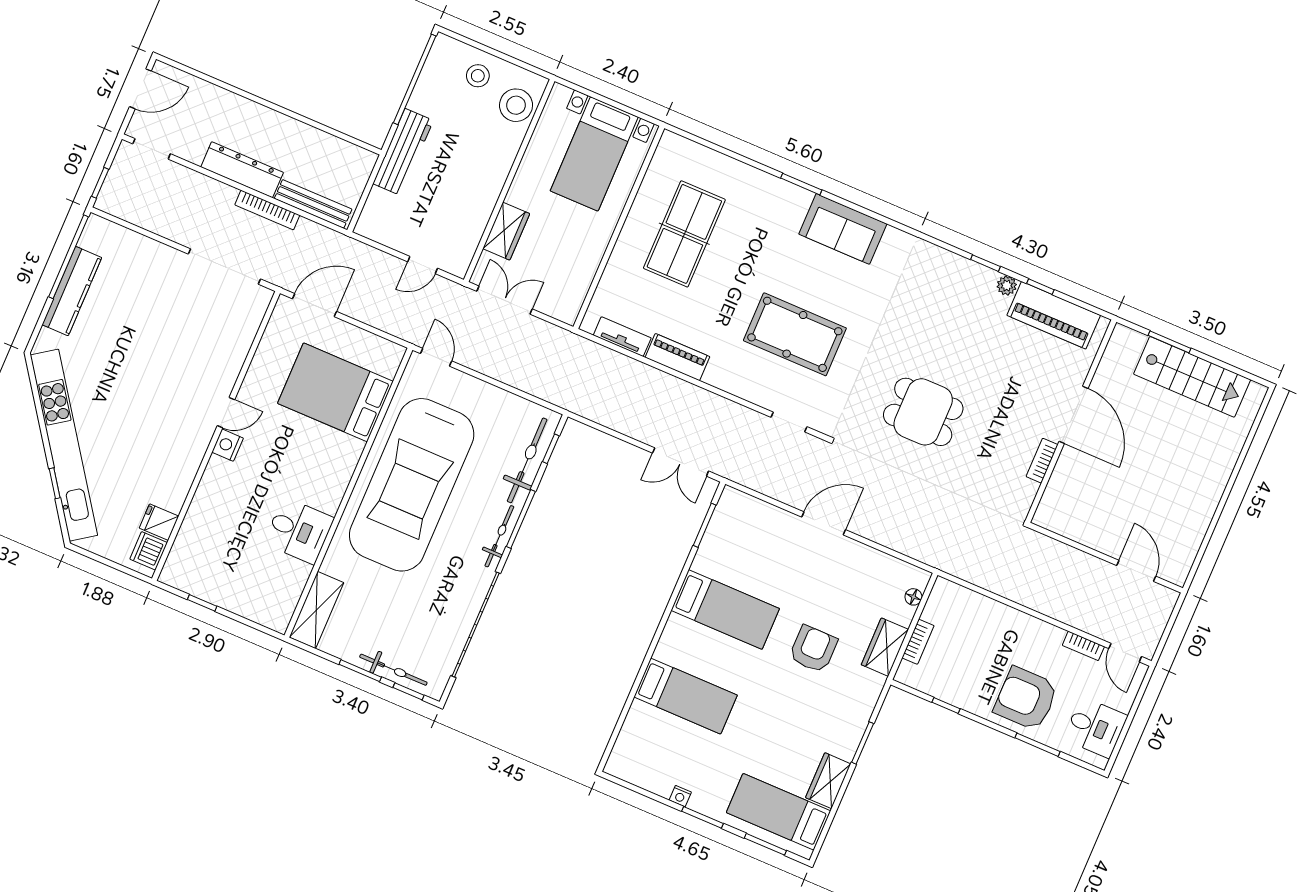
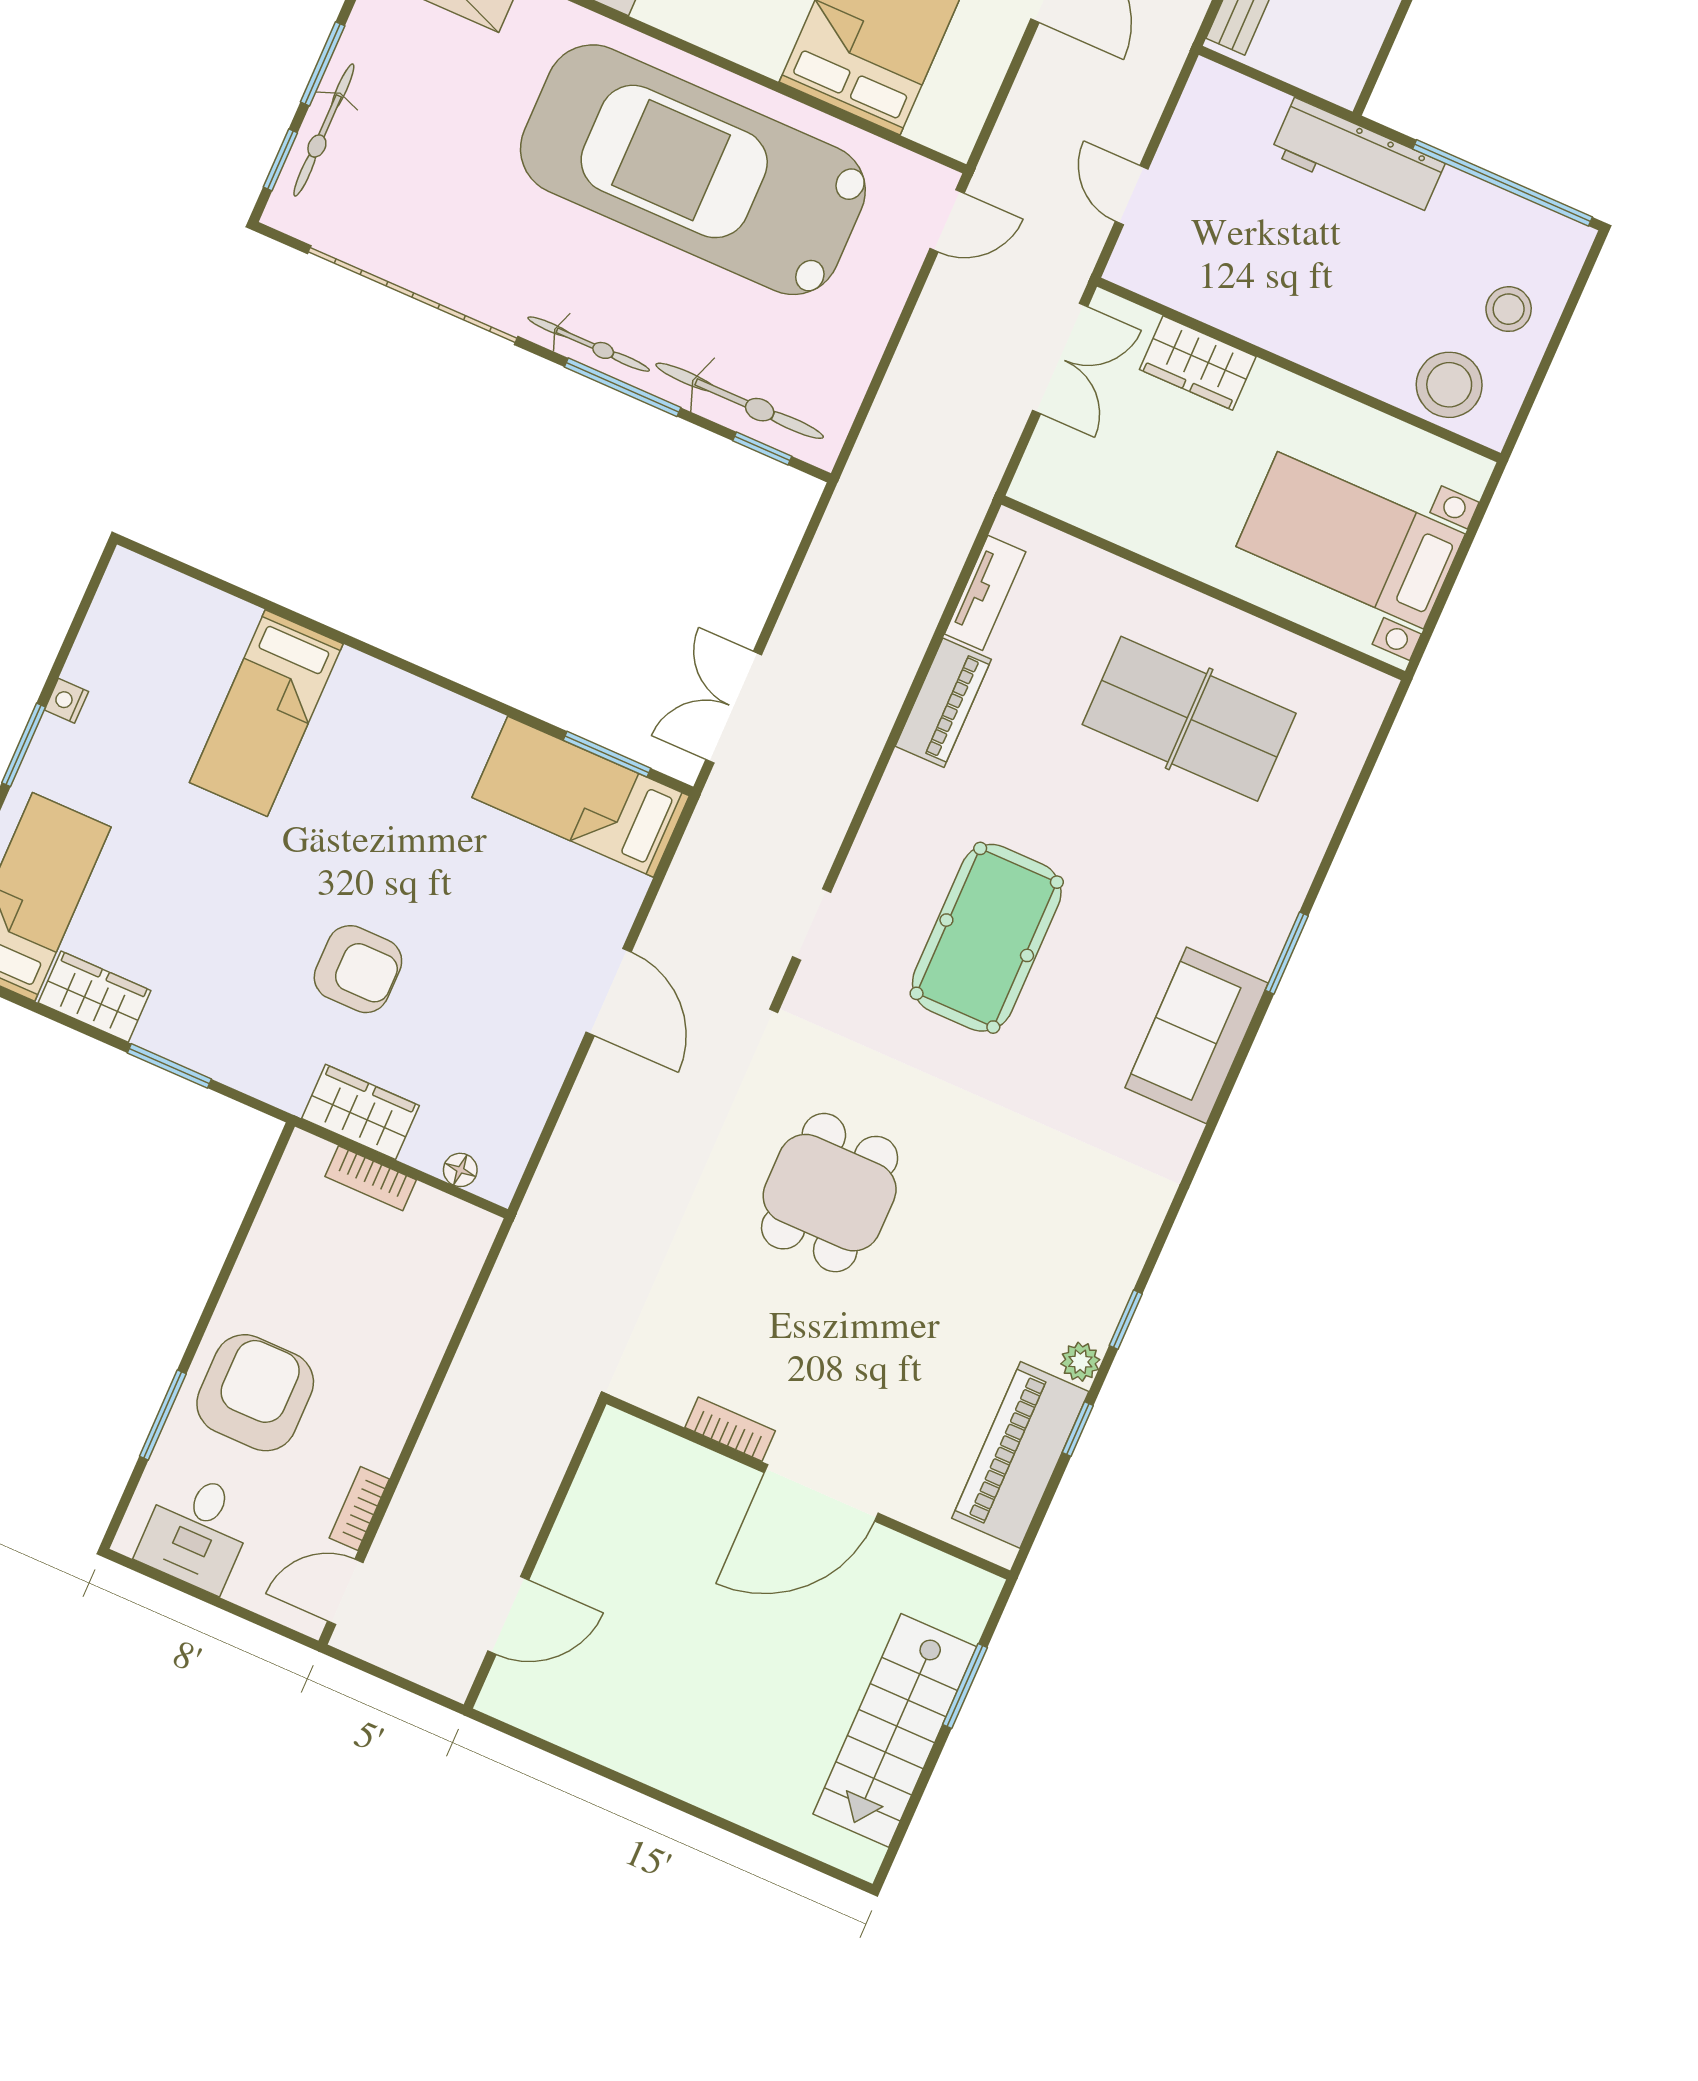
bed: (725, 609) -> (581, 797), moved, turned 90
window: (946, 706) -> (243, 1233), removed

